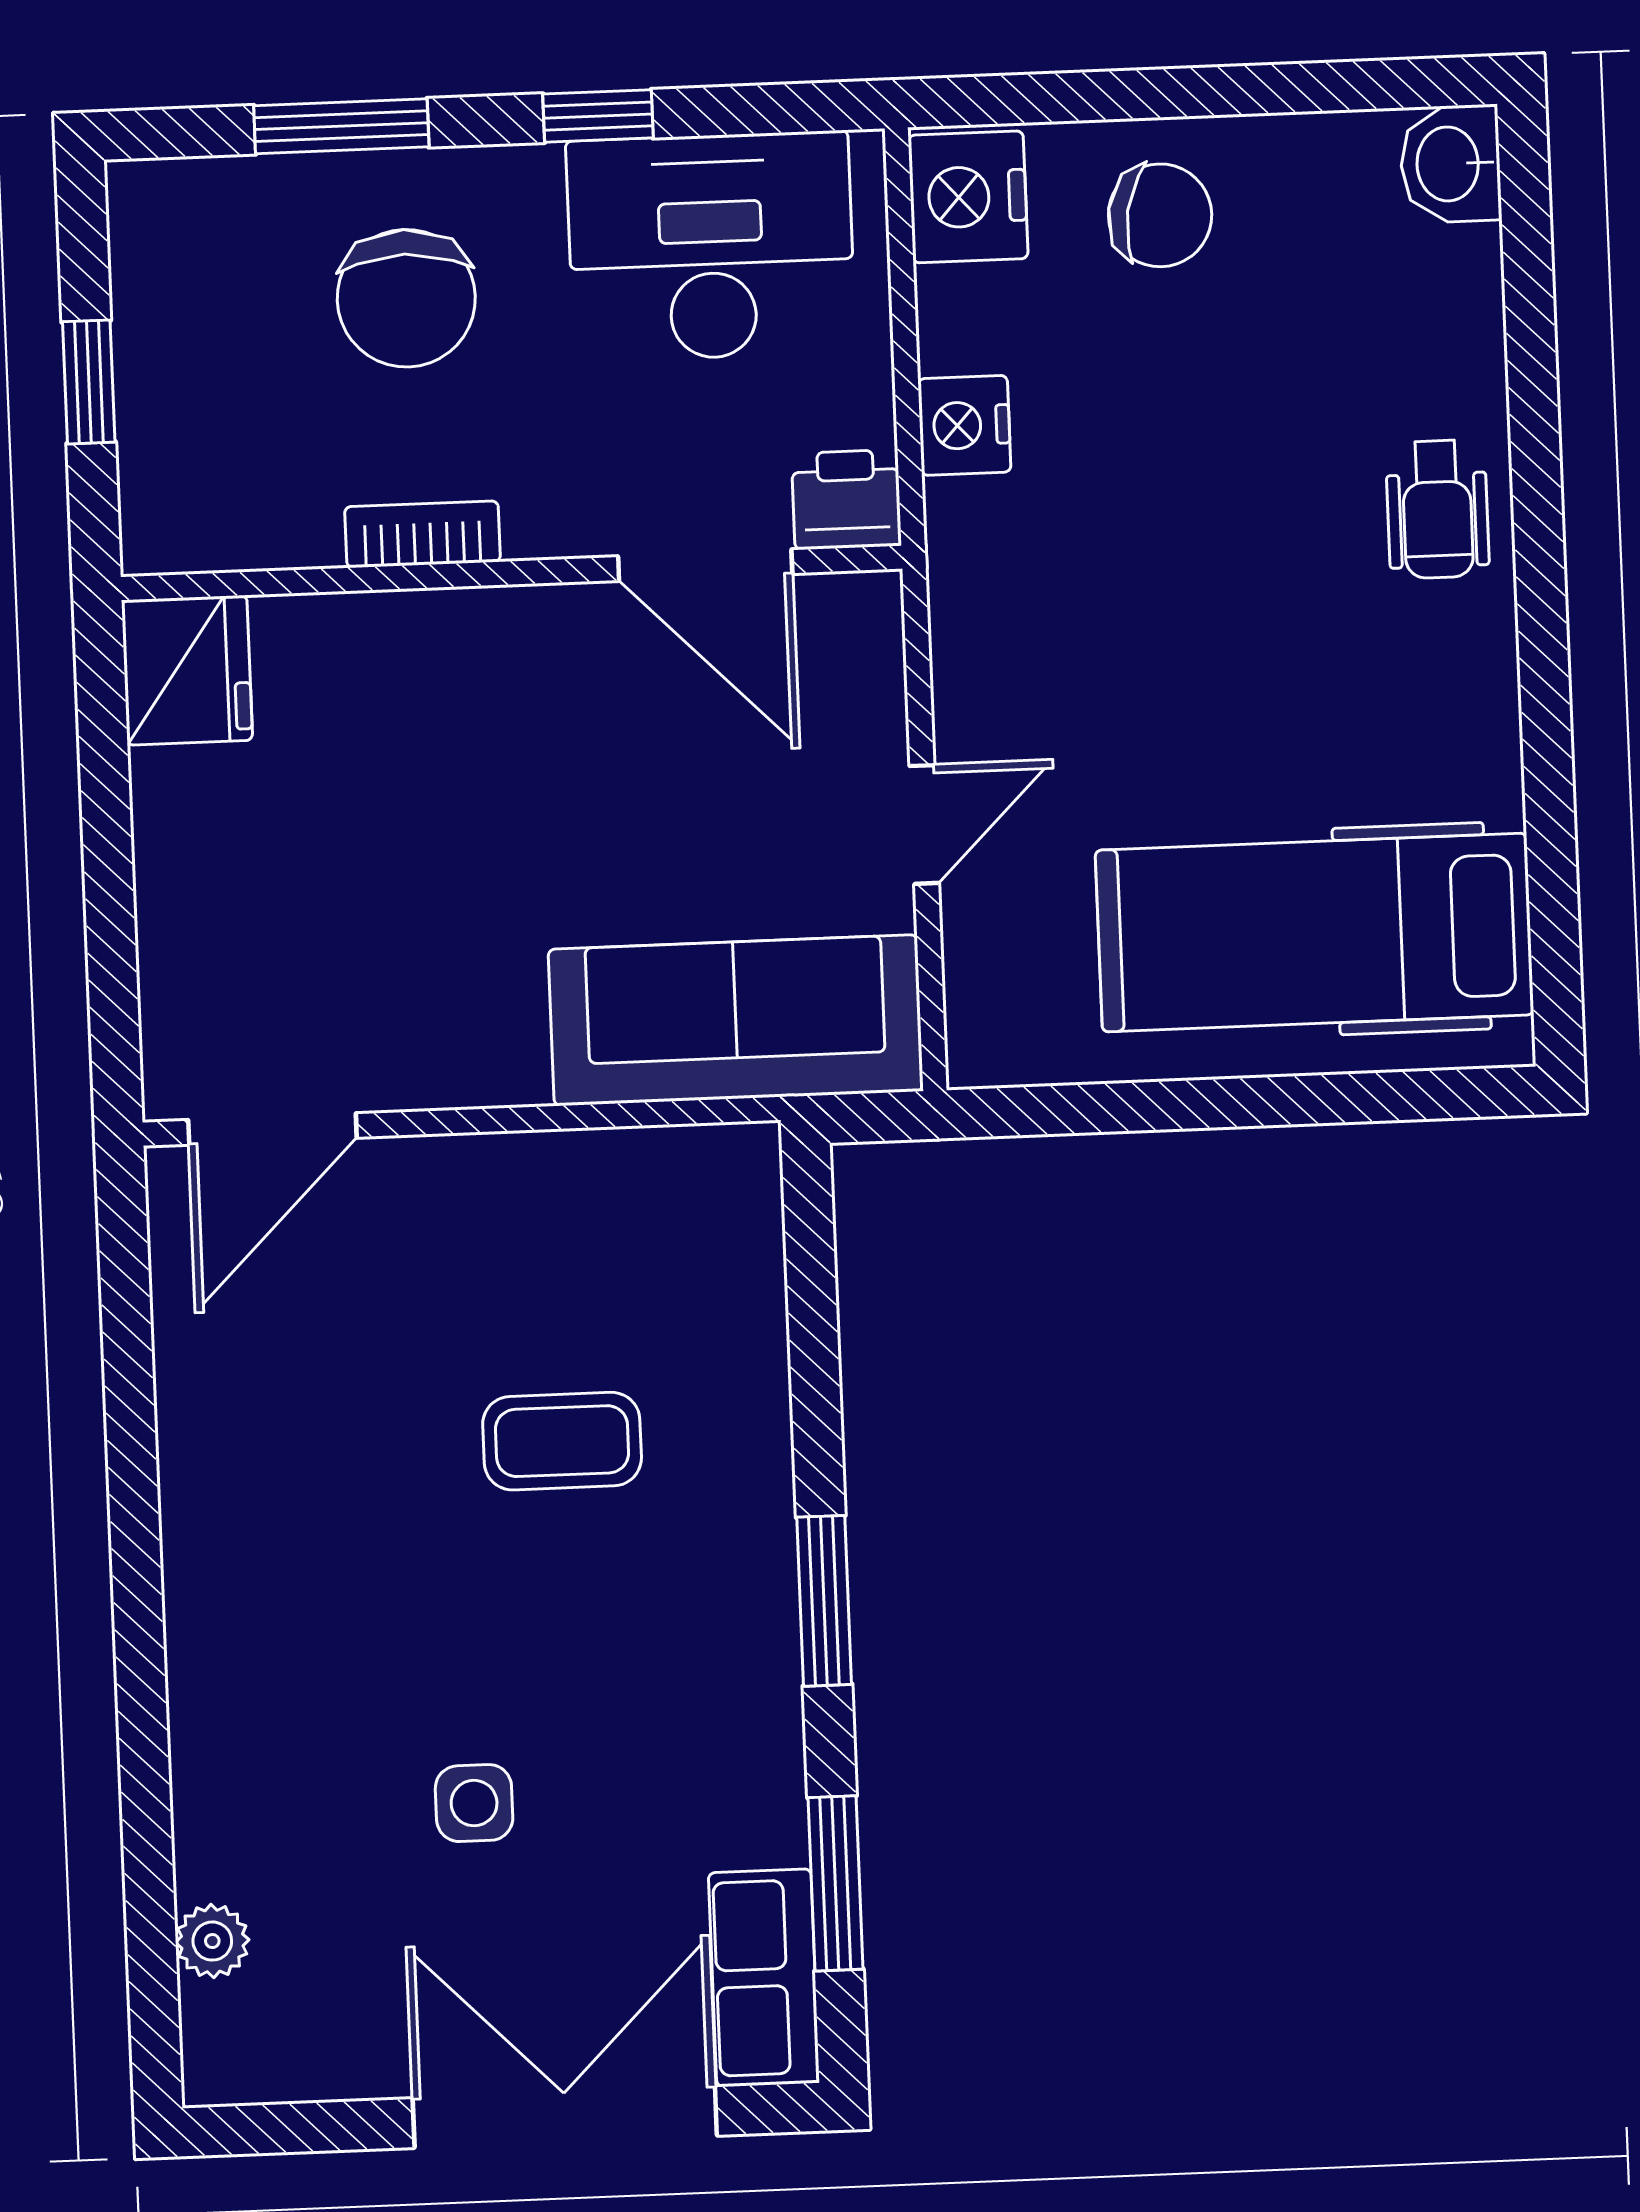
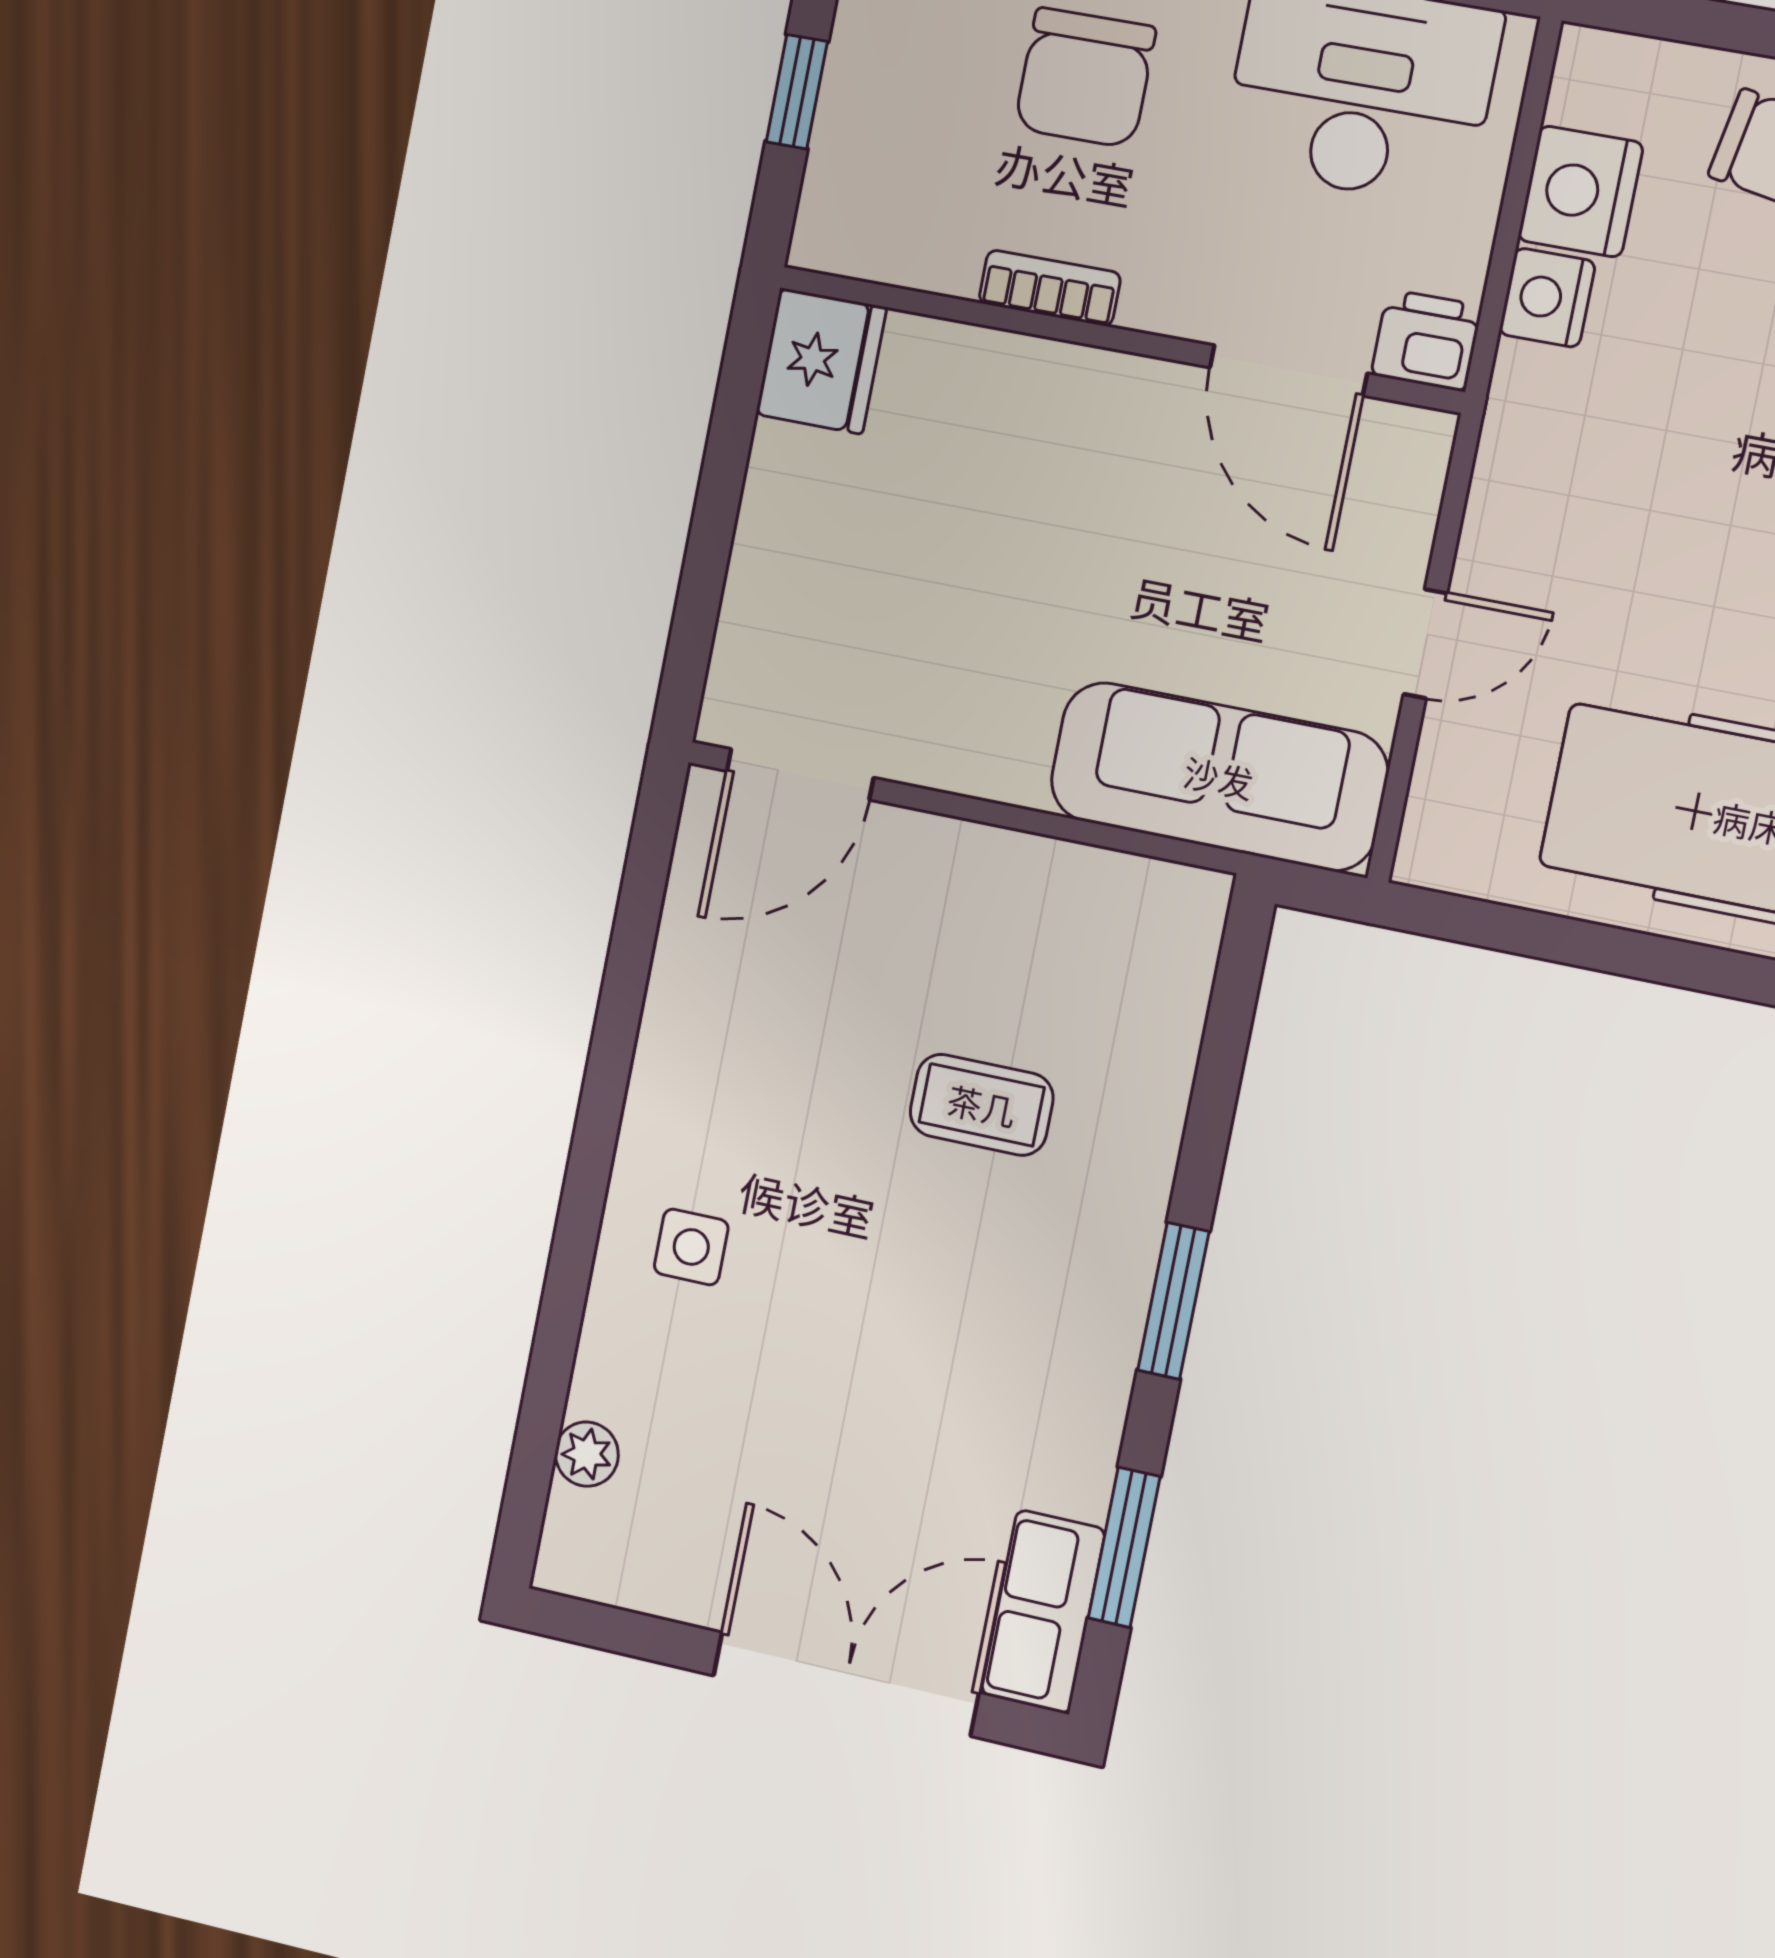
nightstand: (968, 197) -> (1581, 191), moved
side table: (474, 1803) -> (691, 1247), moved

